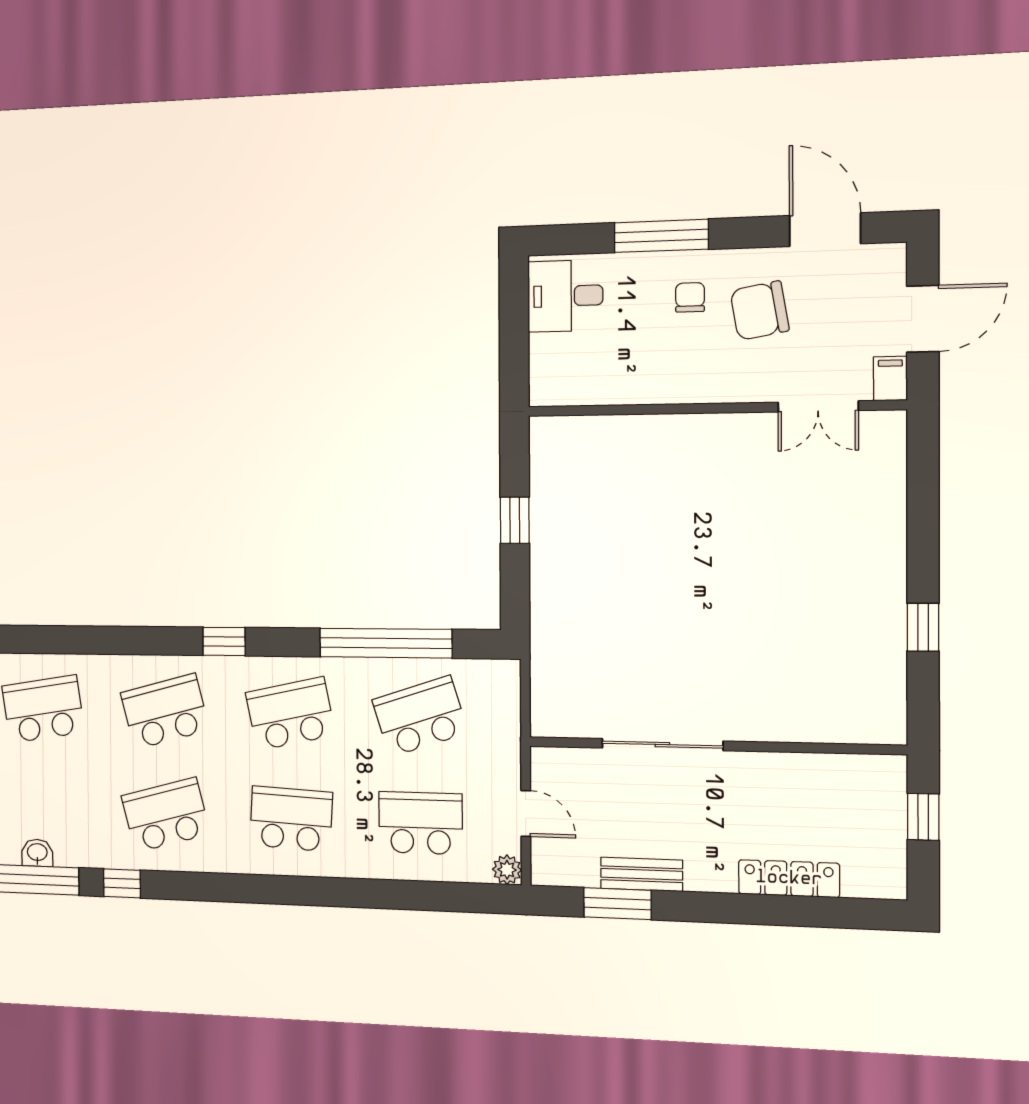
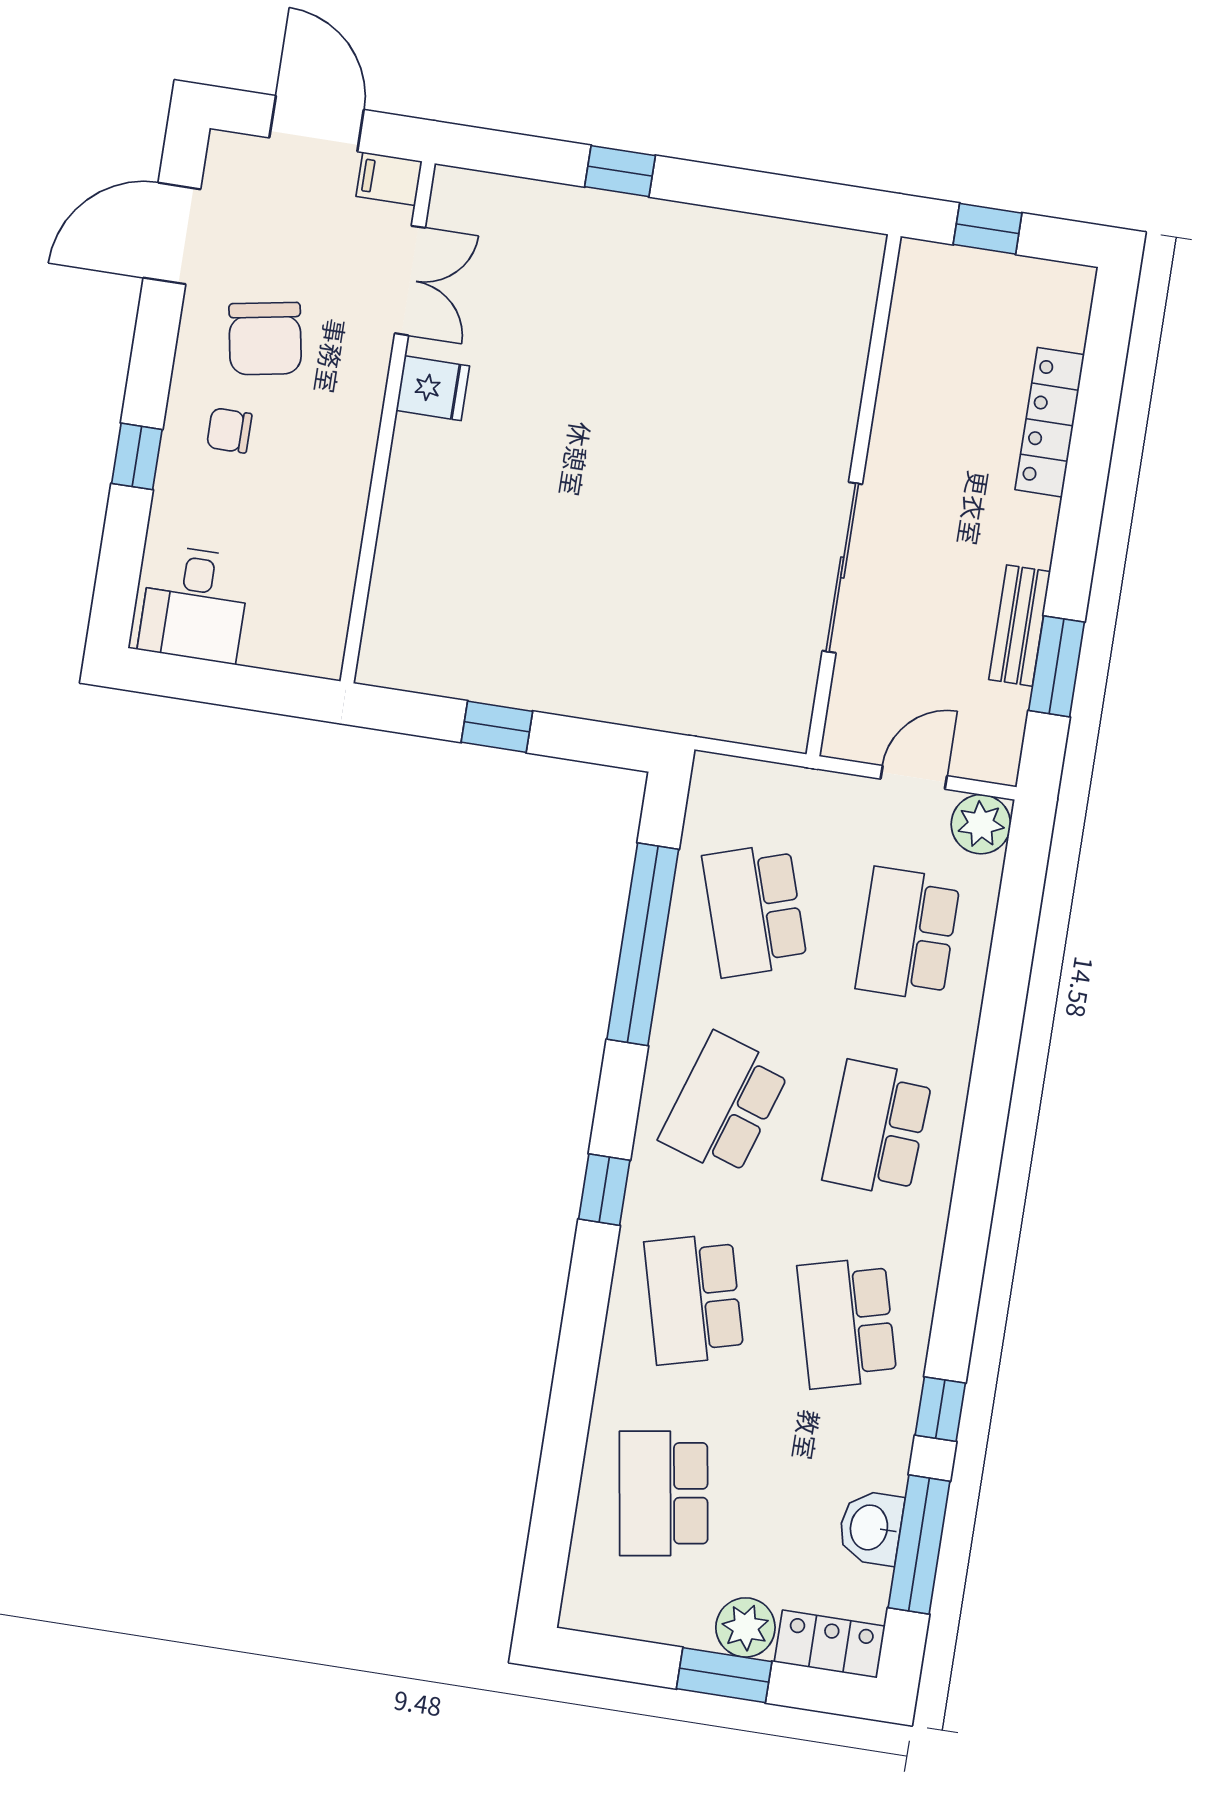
window: (661, 236) -> (137, 456), width x0.46
fridge: (743, 436) -> (433, 388), added
window: (923, 627) -> (620, 171), moved
school desk: (290, 714) -> (724, 1104), turned 30
washbasin: (37, 853) -> (871, 1528), width x1.38, depth x1.45
plant: (507, 870) -> (981, 824), width x1.38, depth x1.38

